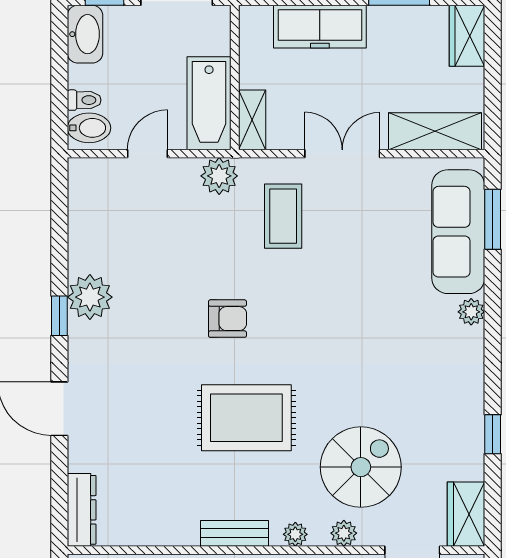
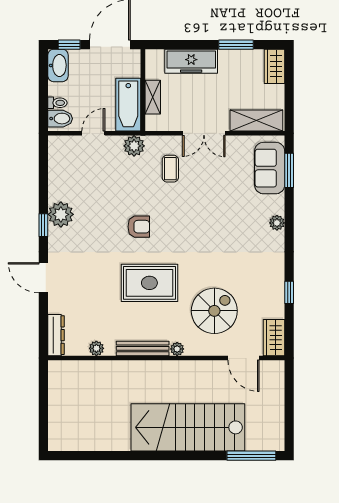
shelving: (252, 120) -> (153, 97), moved
double door: (342, 154) -> (204, 133), swing flipped
coffee table: (283, 216) -> (170, 169), width x0.73, depth x0.77
sofa: (458, 232) -> (270, 168), width x0.73
bench: (234, 533) -> (143, 348), width x1.36
plant: (344, 533) -> (96, 348), moved

